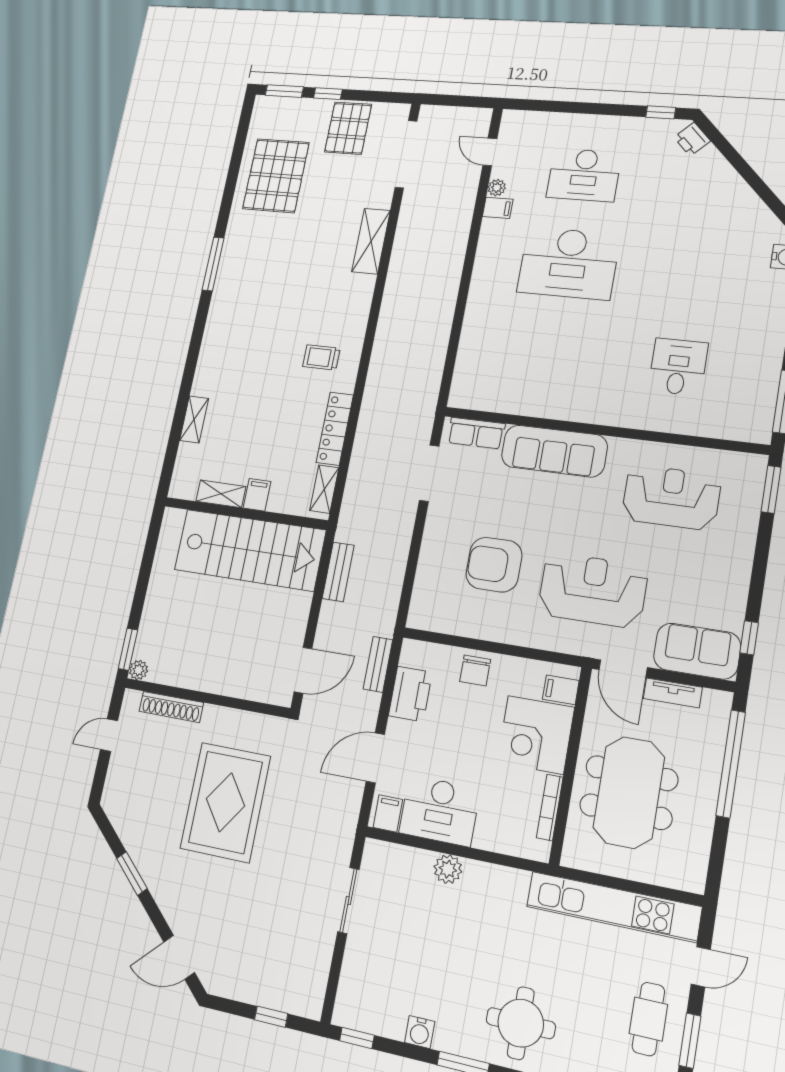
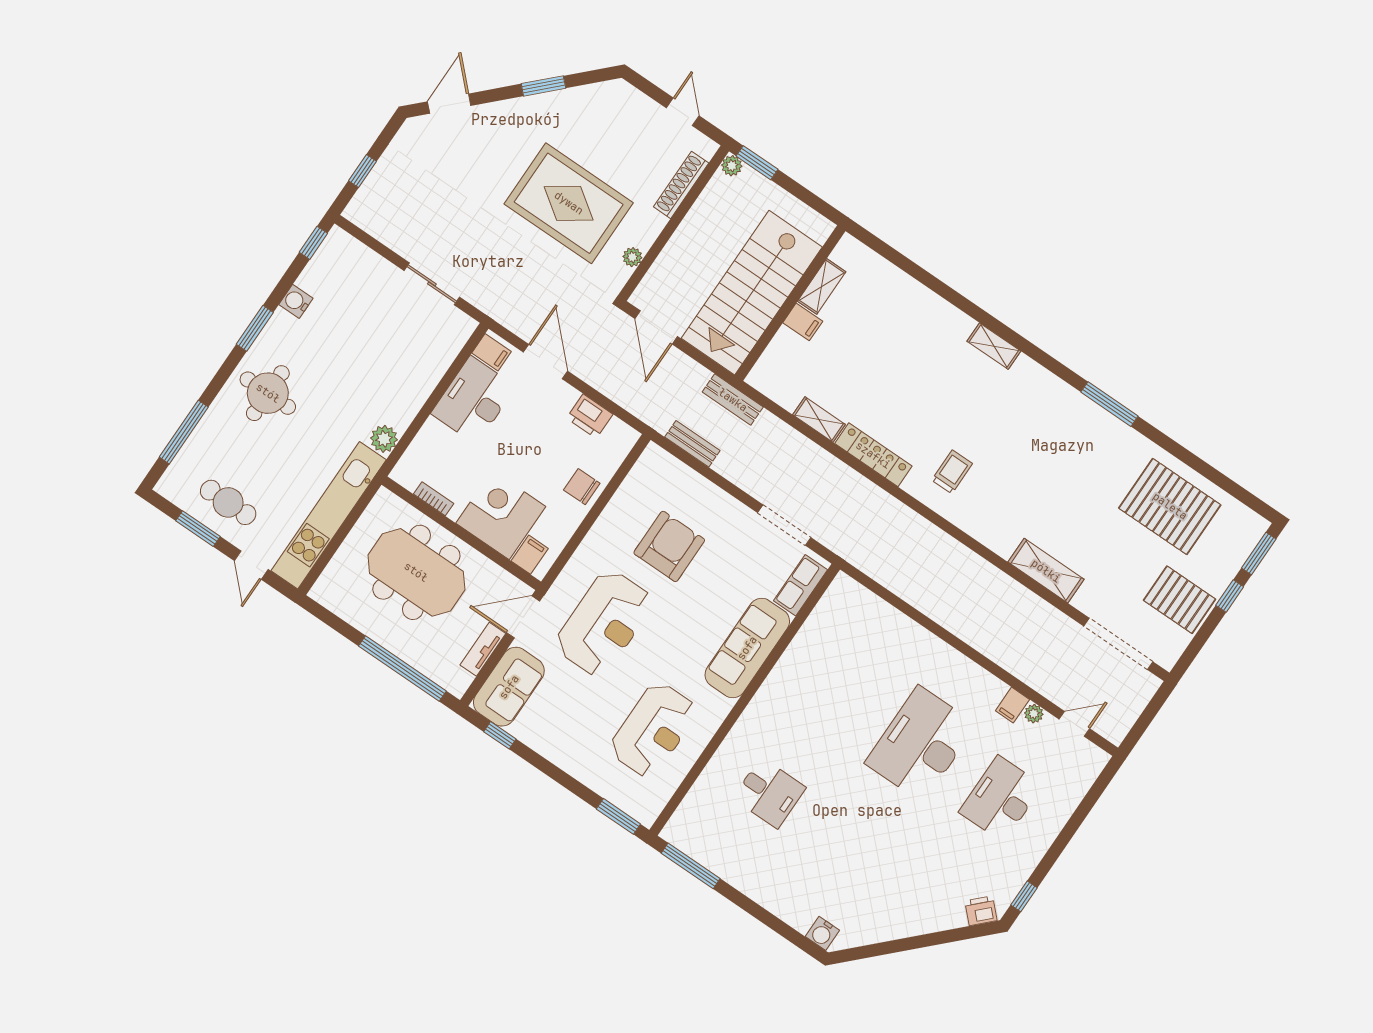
shelving: (194, 419) -> (994, 346), moved
shelving: (221, 494) -> (822, 286), moved
filing cabinet: (257, 495) -> (803, 322), moved
wall: (245, 513) -> (790, 303), moved
stairs: (250, 550) -> (752, 293), moved
bench: (378, 664) -> (692, 444), moved
printer: (410, 694) -> (590, 416), width x0.73, depth x0.84
plant: (250, 721) -> (632, 257), added
bookcase: (550, 807) -> (434, 499), width x0.64
plant: (448, 869) -> (384, 439), moved

